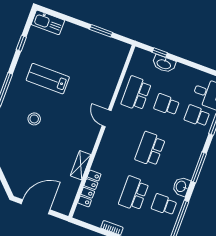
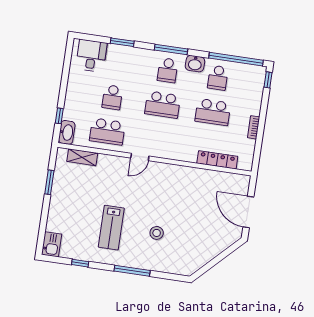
kitchen sink: (48, 22) -> (52, 244), width x0.73
washbasin: (164, 64) -> (67, 132), moved
school desk: (197, 116) -> (168, 70), moved
shelving: (81, 165) -> (82, 157), moved

